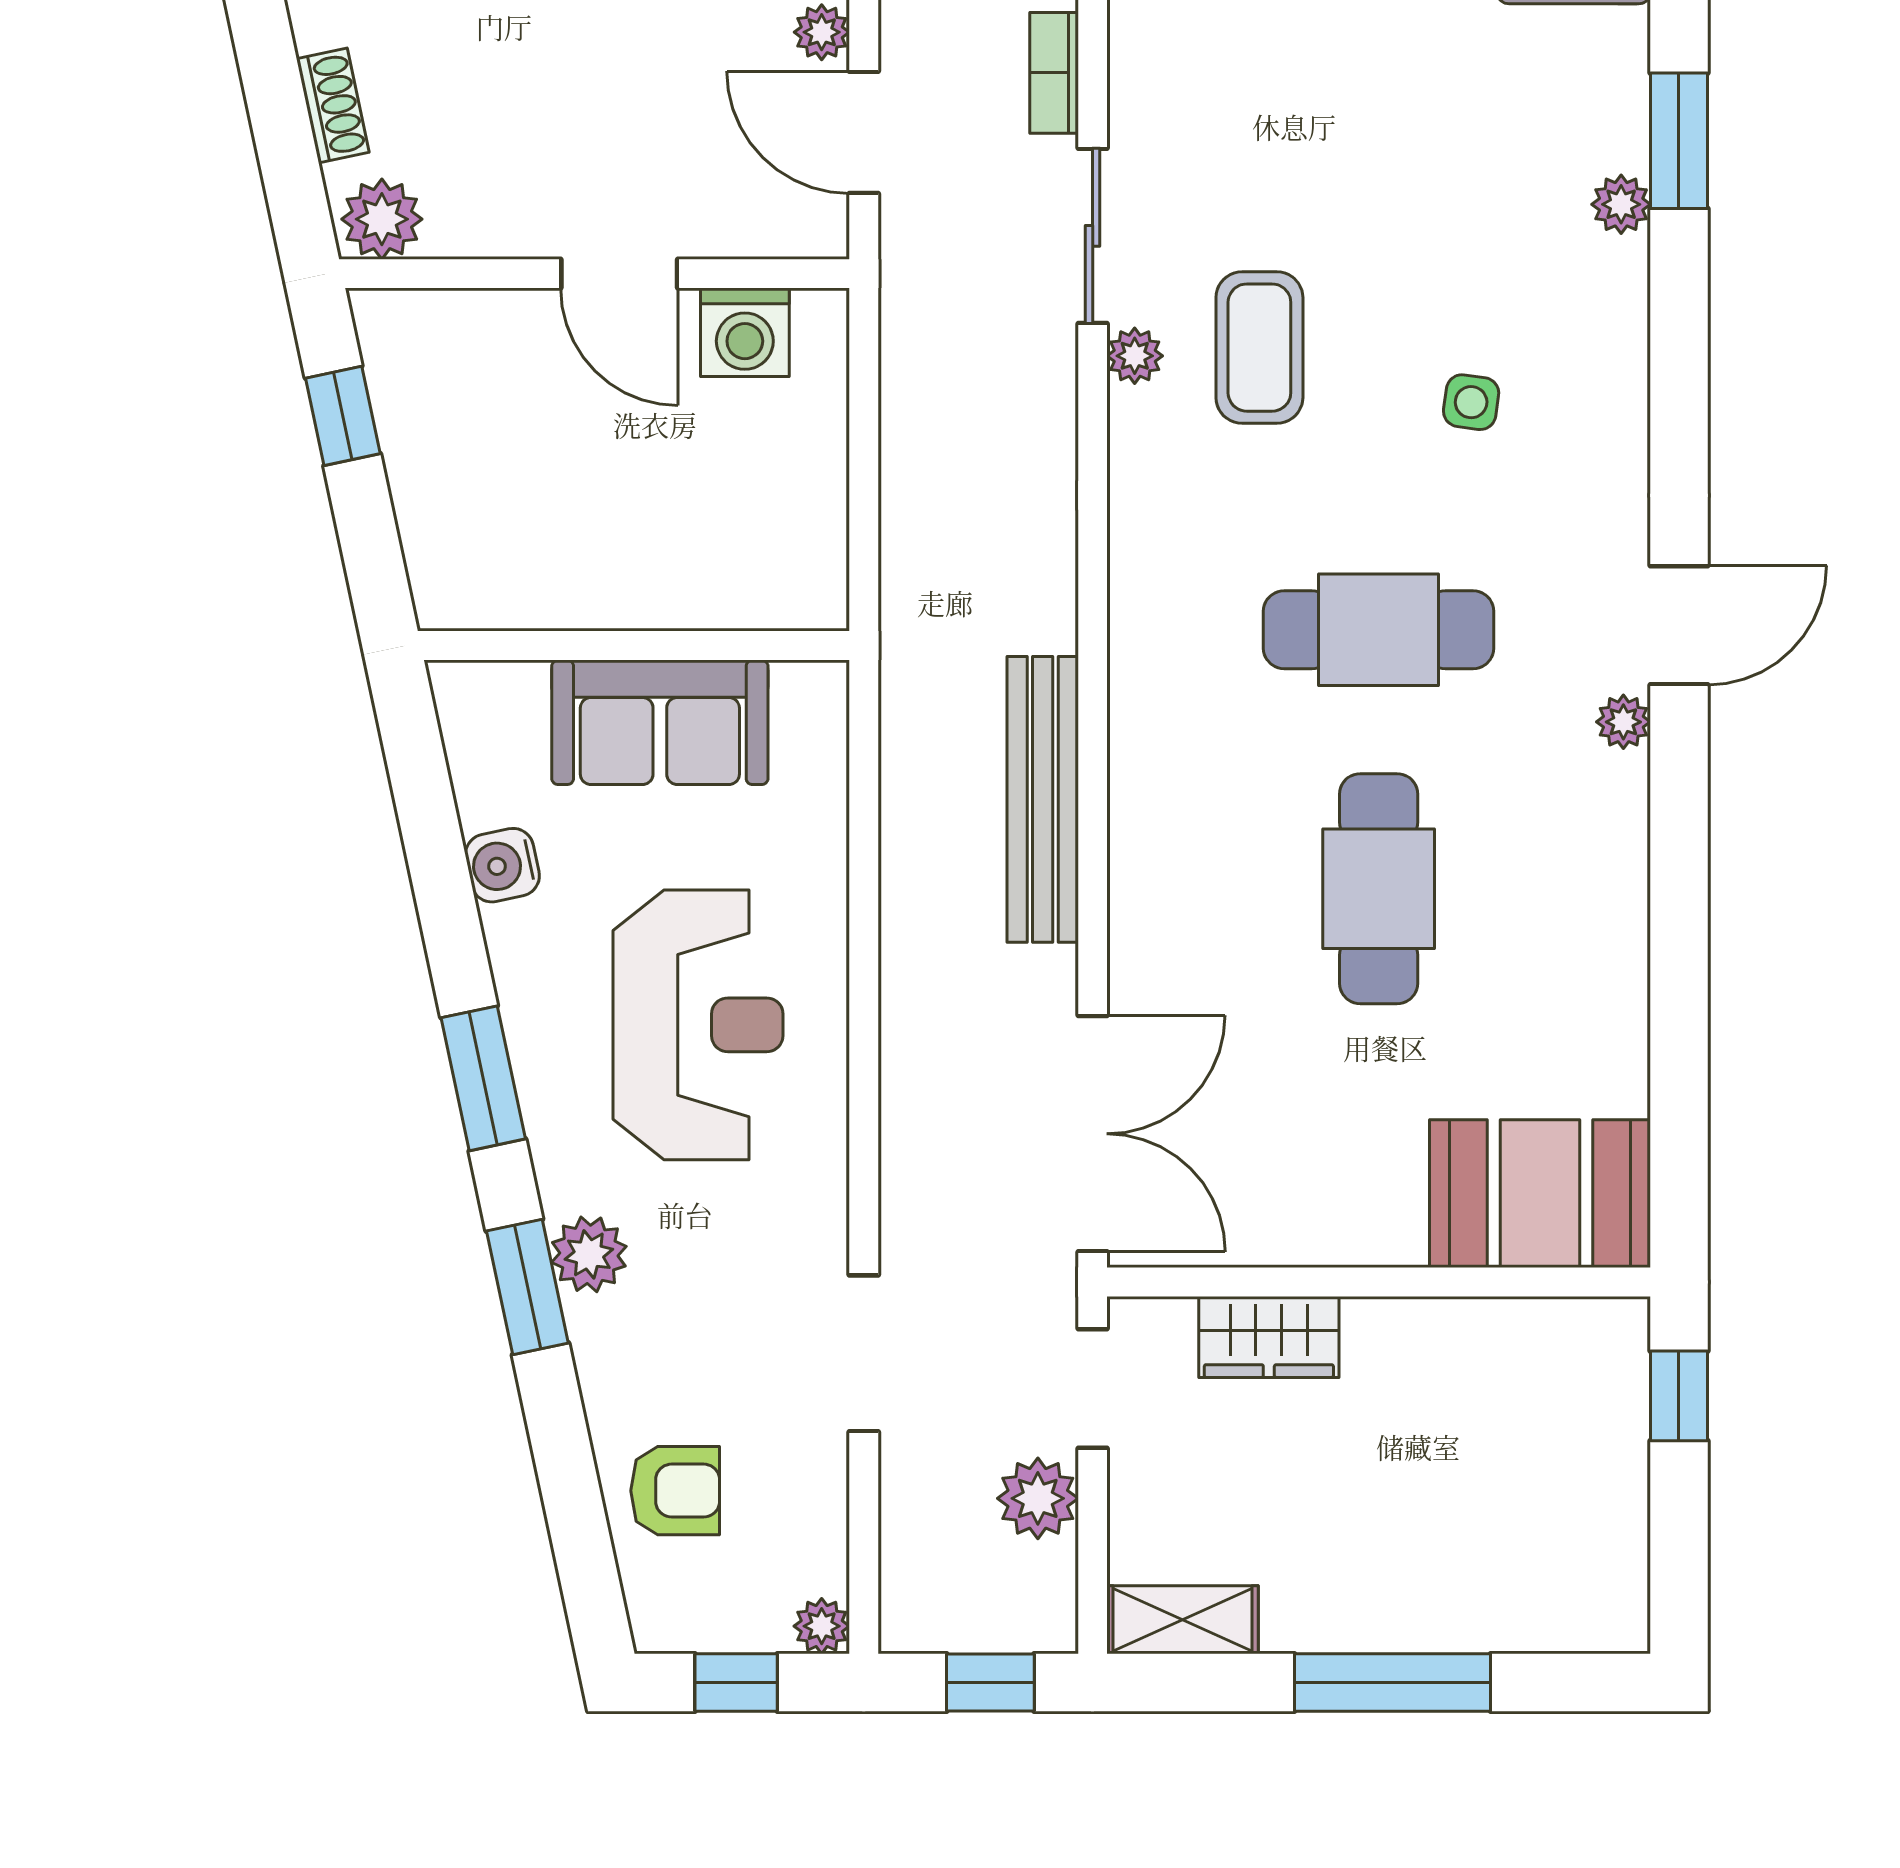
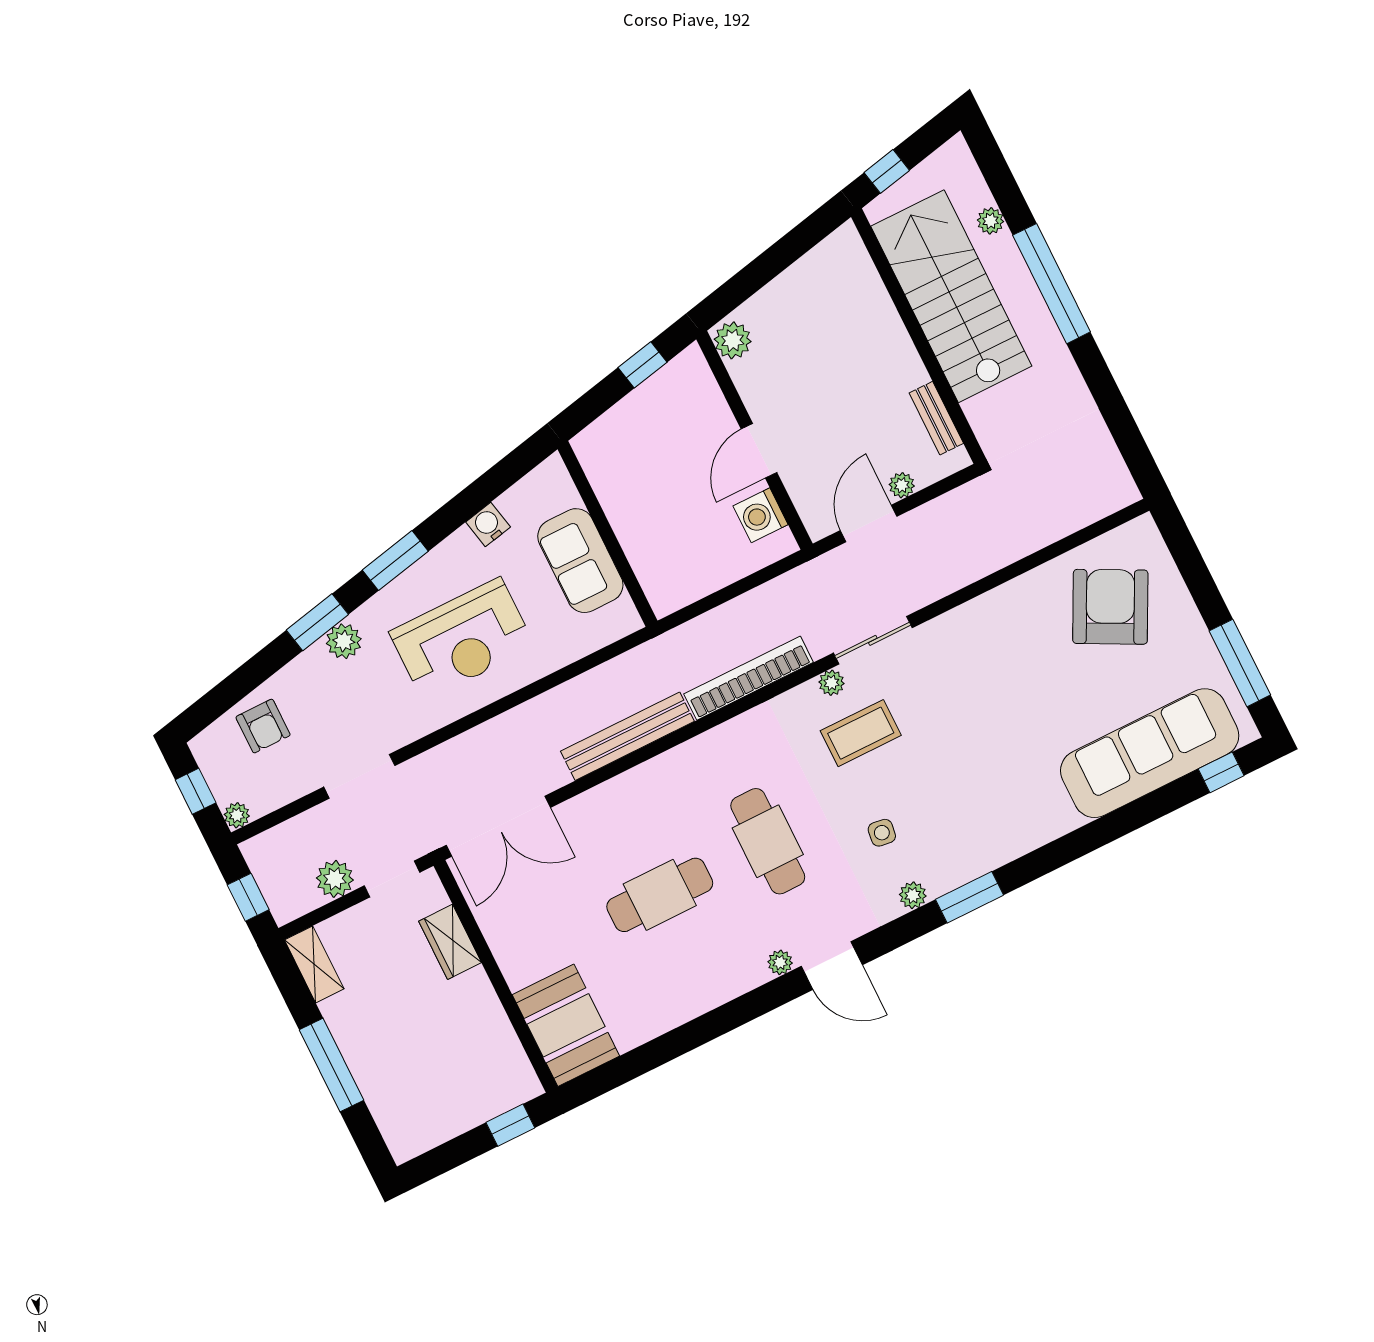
bookcase: (1054, 73) -> (749, 678), moved, width x2.31, depth x1.31
shoe rack: (333, 106) -> (770, 296), removed
window: (1679, 141) -> (970, 897), moved
plant: (1621, 204) -> (913, 895), moved

